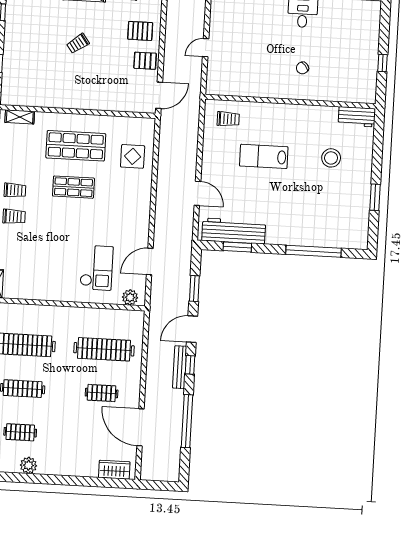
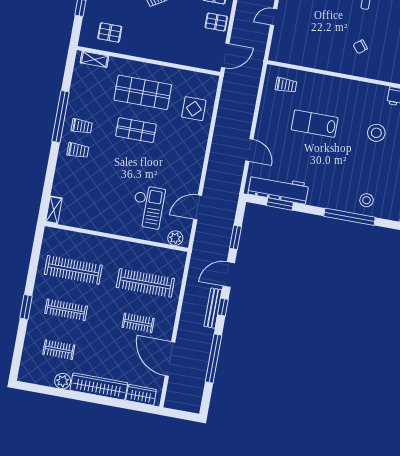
pallet: (33, 86) -> (110, 33), added
stool: (330, 231) -> (366, 200), added
wardrobe: (68, 466) -> (99, 386), added

